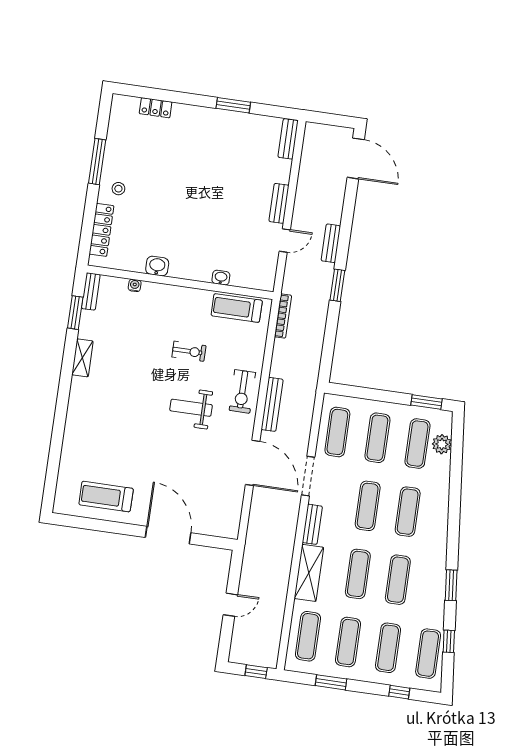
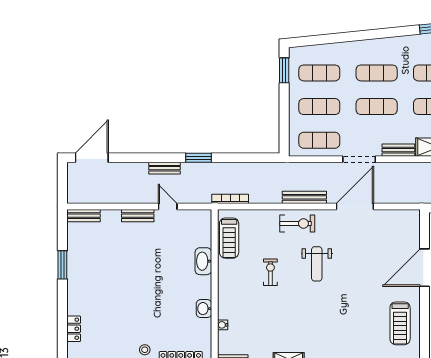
washbasin: (221, 278) -> (203, 261), width x1.91, depth x1.45
plant: (442, 444) -> (317, 53), removed

